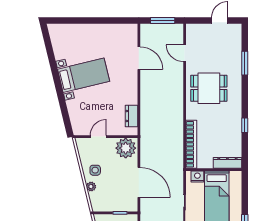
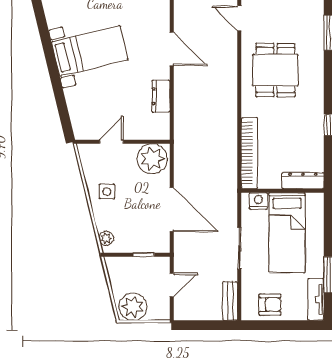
door: (139, 58) -> (172, 49), moved
dining table: (209, 88) -> (275, 70), turned 90
dresser: (131, 116) -> (161, 96), moved
plant: (91, 187) -> (106, 238), moved

